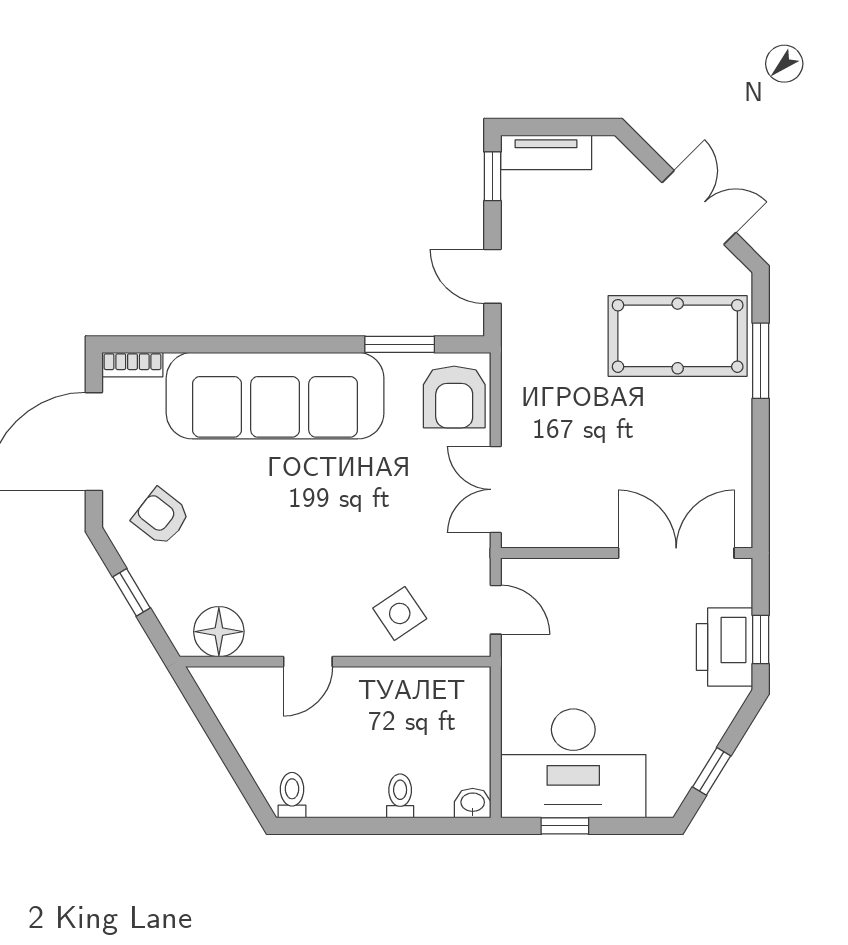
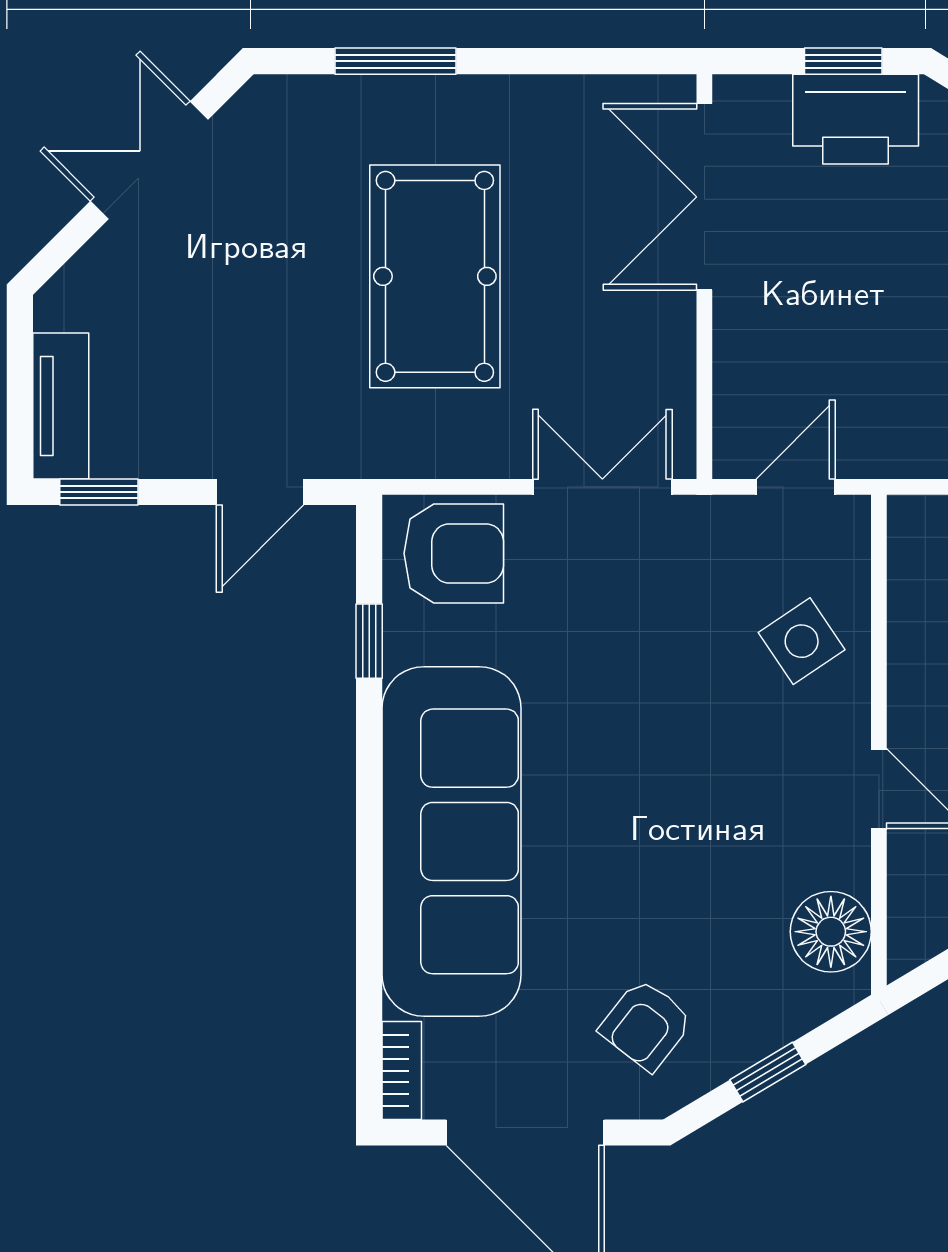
pool table: (678, 336) -> (435, 276), moved
window: (400, 344) -> (369, 641), width x0.67
double door: (496, 489) -> (602, 487), swing flipped

